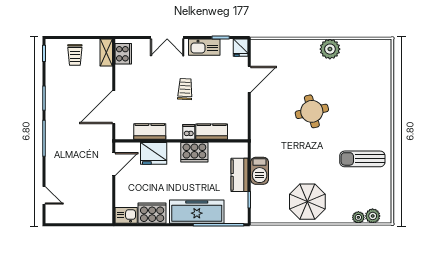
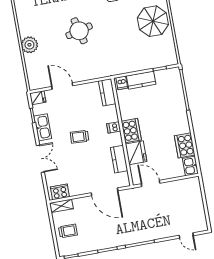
plant: (330, 49) -> (29, 45), moved
kitchen counter: (212, 132) -> (107, 92), moved
dishwasher: (240, 151) -> (122, 83), added
cooker: (194, 152) -> (131, 131), moved
barbecue: (260, 171) -> (135, 64), removed
door: (44, 195) -> (186, 235), swing flipped
freezer: (197, 212) -> (177, 109), removed

